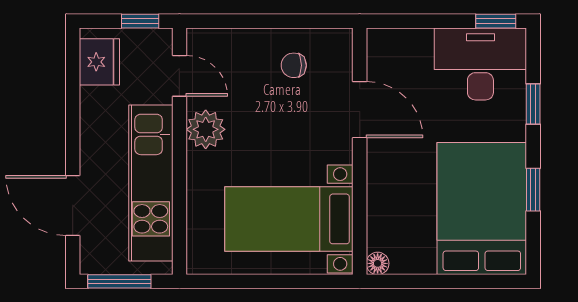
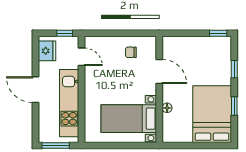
desk: (480, 64) -> (211, 52), removed
plant: (206, 129) -> (93, 80), removed
door: (73, 206) -> (35, 90), moved
floor lamp: (378, 263) -> (167, 108), moved

